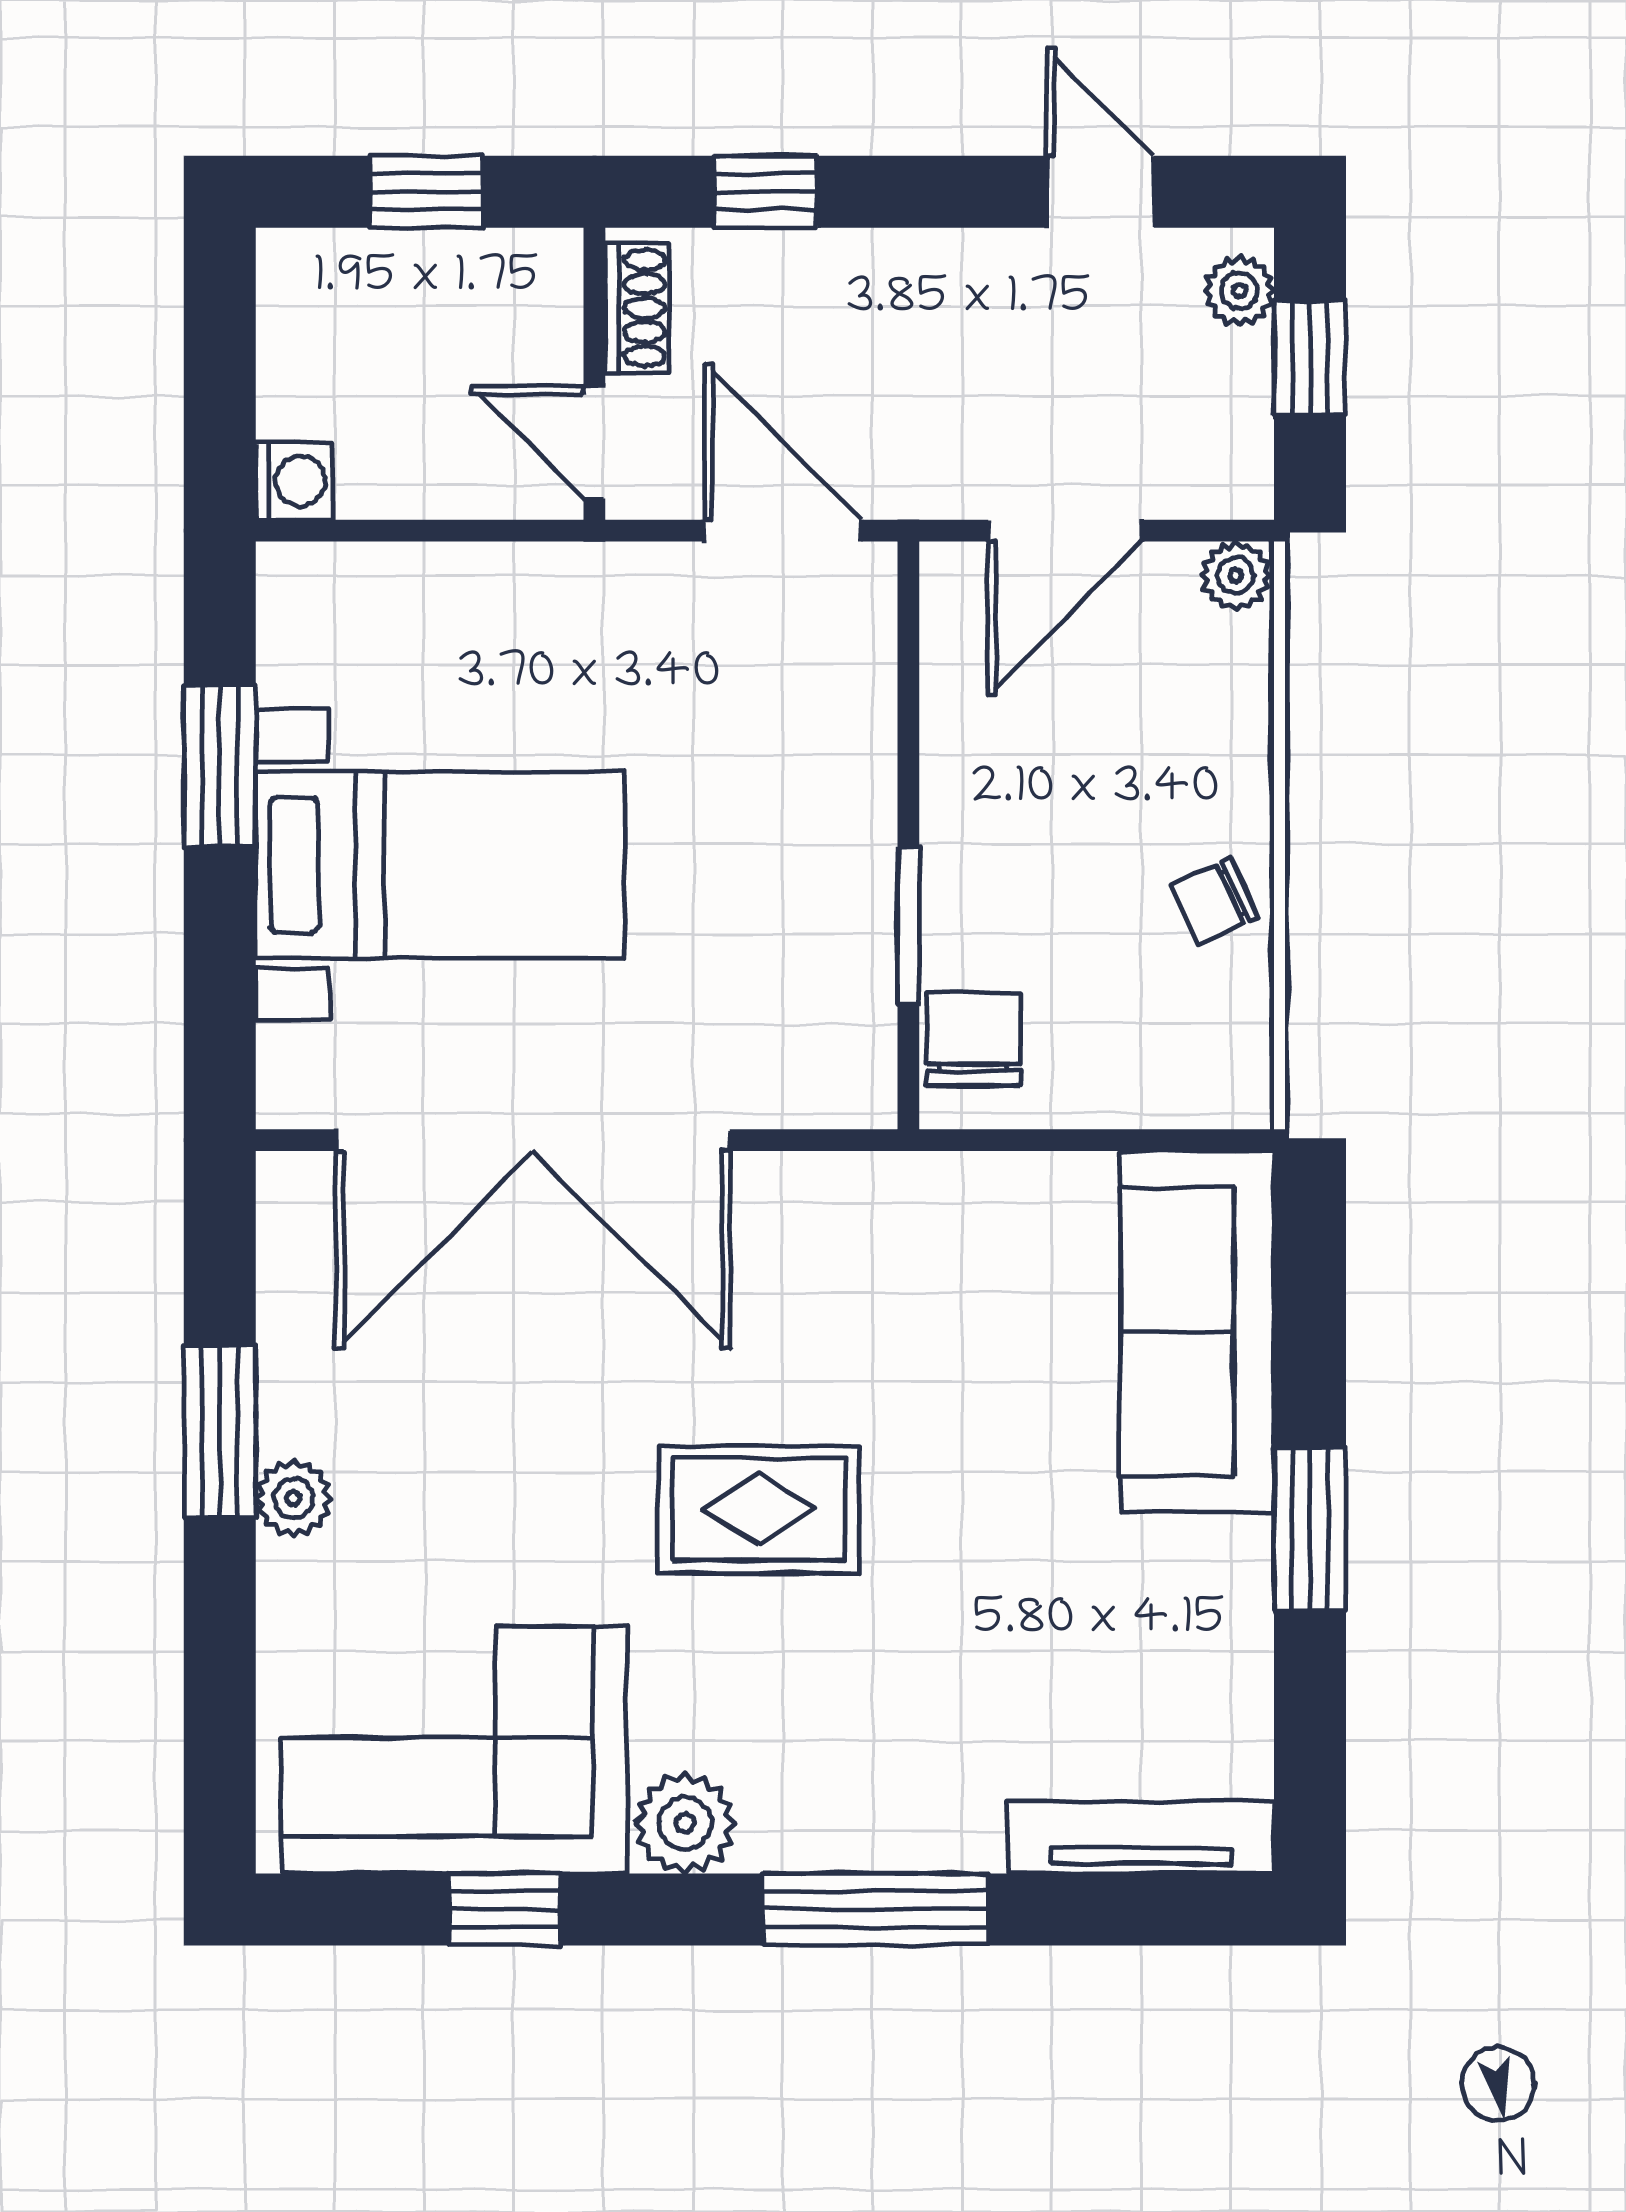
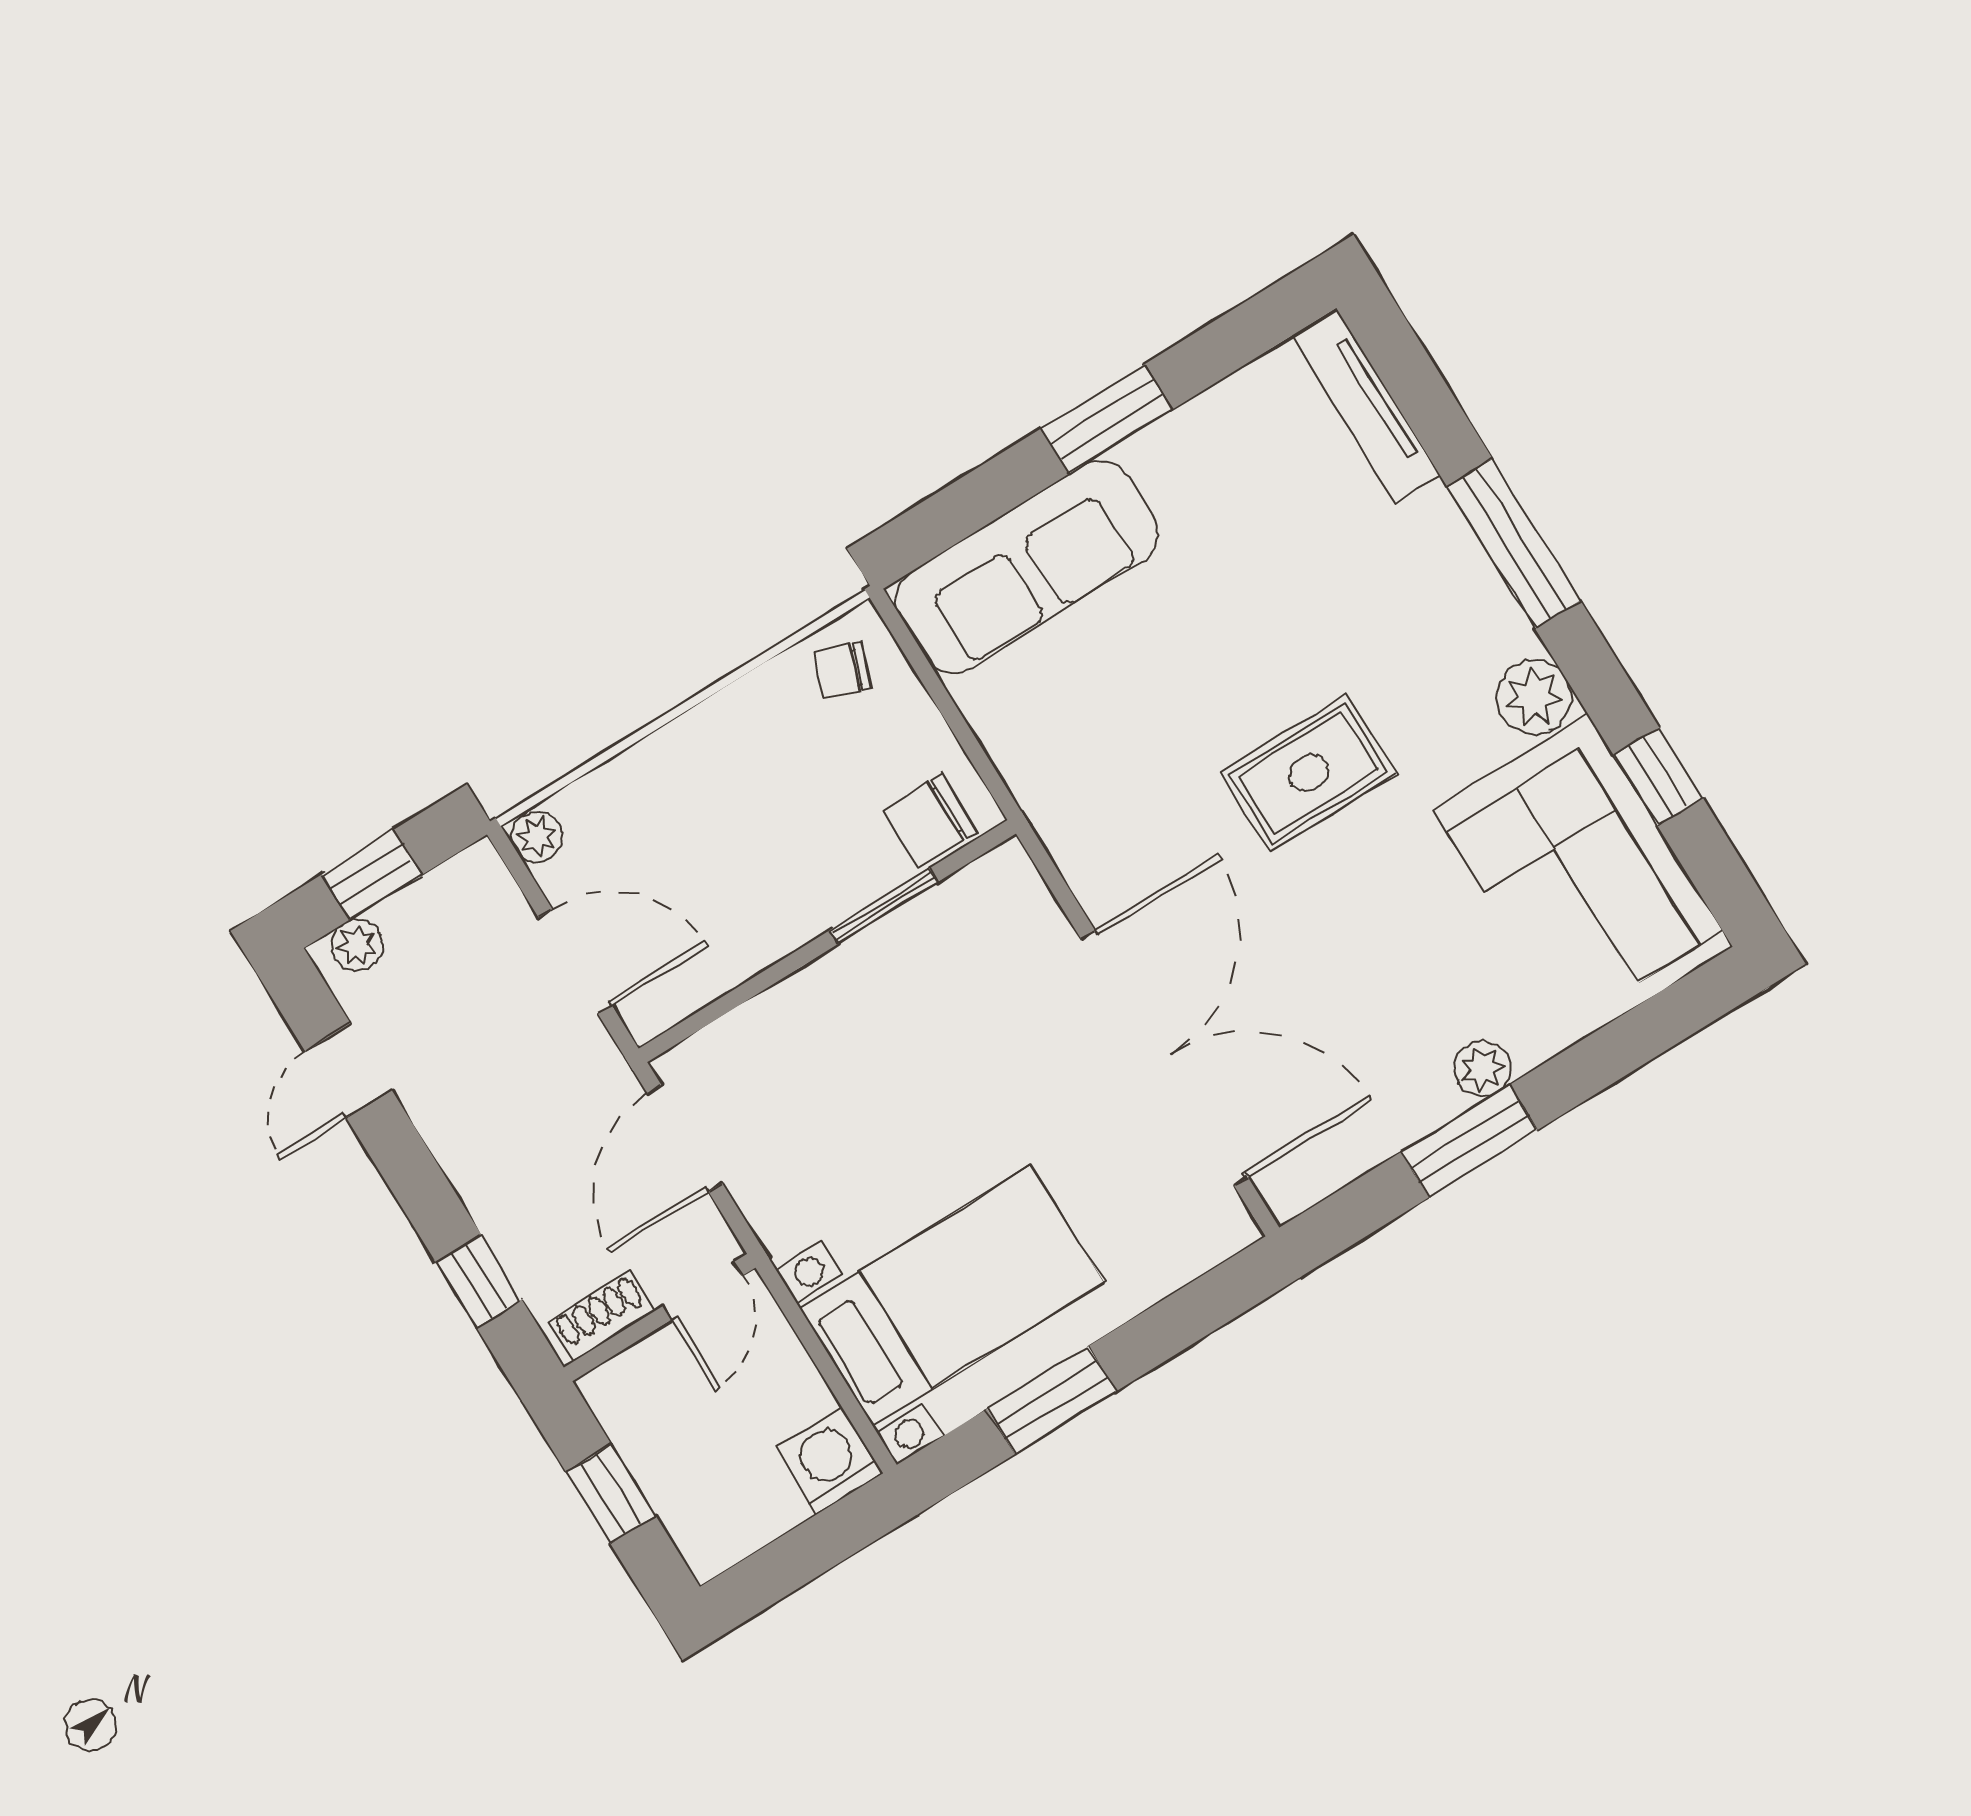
washing machine: (294, 481) -> (829, 1461), width x1.38, depth x1.38
bed with nightstands: (440, 865) -> (952, 1296), moved, turned 90
chair: (1214, 901) -> (842, 670), moved, turned 134
rug: (759, 1509) -> (1308, 773), turned 90

